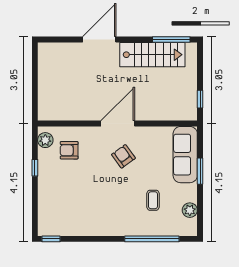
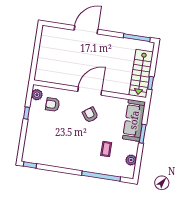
stairs: (152, 55) -> (141, 74), moved, turned 90

